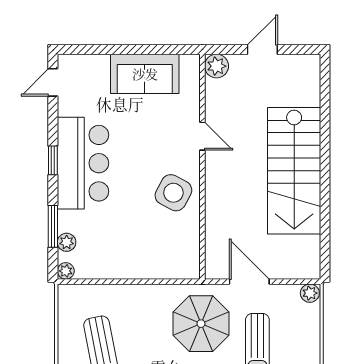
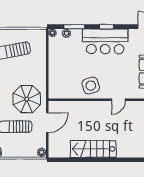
stairs: (294, 171) -> (93, 149), width x0.73, depth x0.66
side table: (173, 193) -> (91, 86), turned 45

